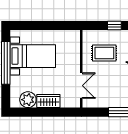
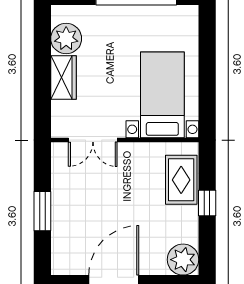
rug: (104, 53) -> (181, 180), moved
bed with nightstands: (33, 56) -> (162, 95), moved, turned 180

